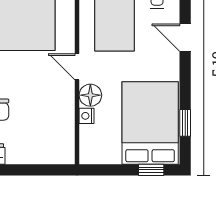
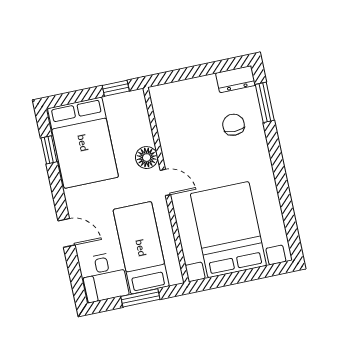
nightstand: (87, 116) -> (146, 137), removed
window: (151, 170) -> (116, 88), moved

